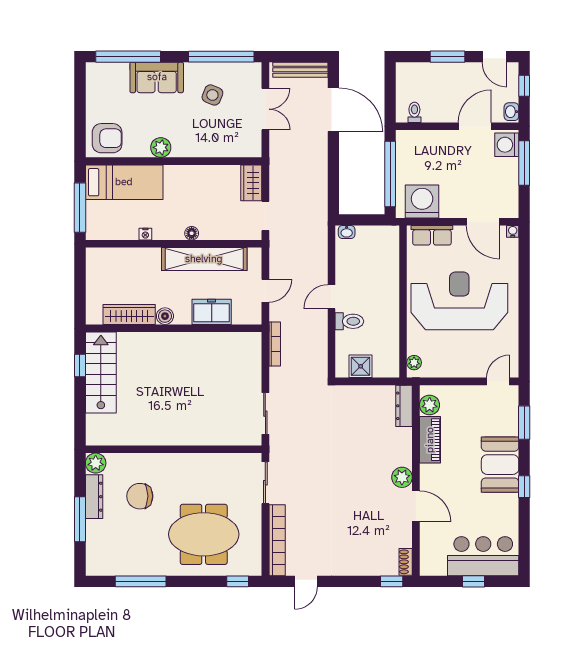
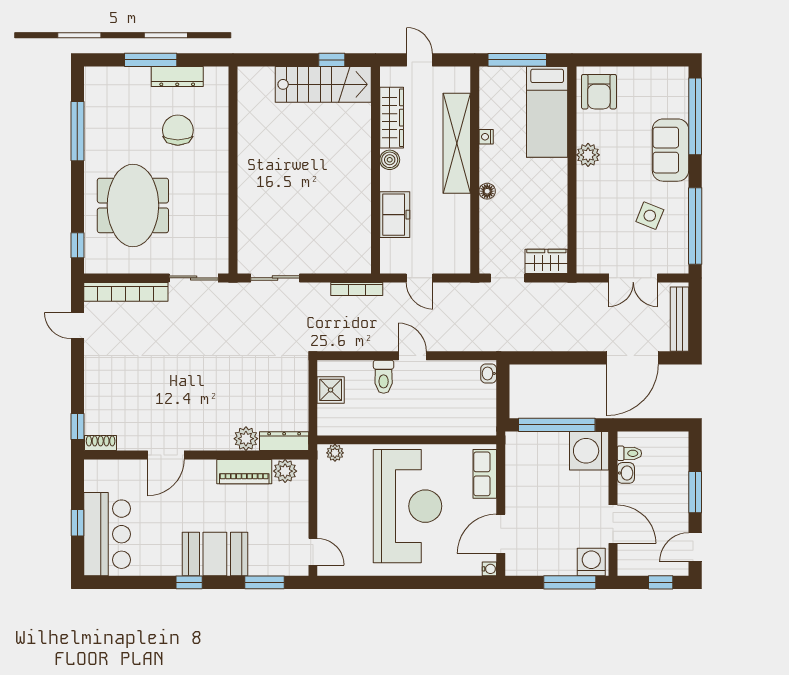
washbasin: (511, 112) -> (626, 473), moved, turned 90
washing machine: (422, 201) -> (589, 451), moved, turned 180
shelving: (204, 259) -> (457, 143), moved
door: (80, 291) -> (420, 60), added
plant: (96, 463) -> (217, 78), removed
plant: (402, 477) -> (246, 439), moved

